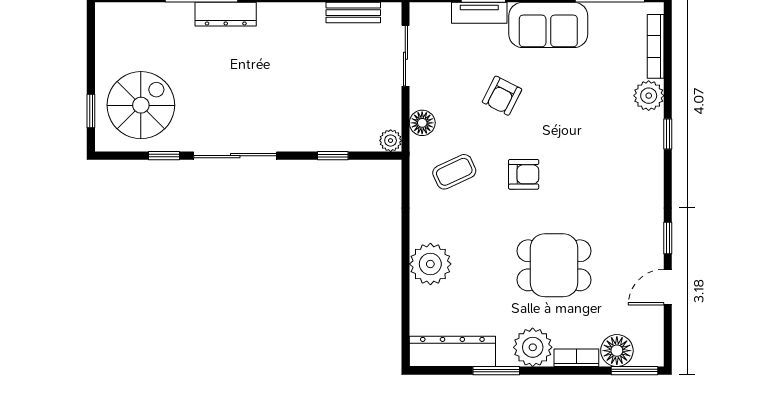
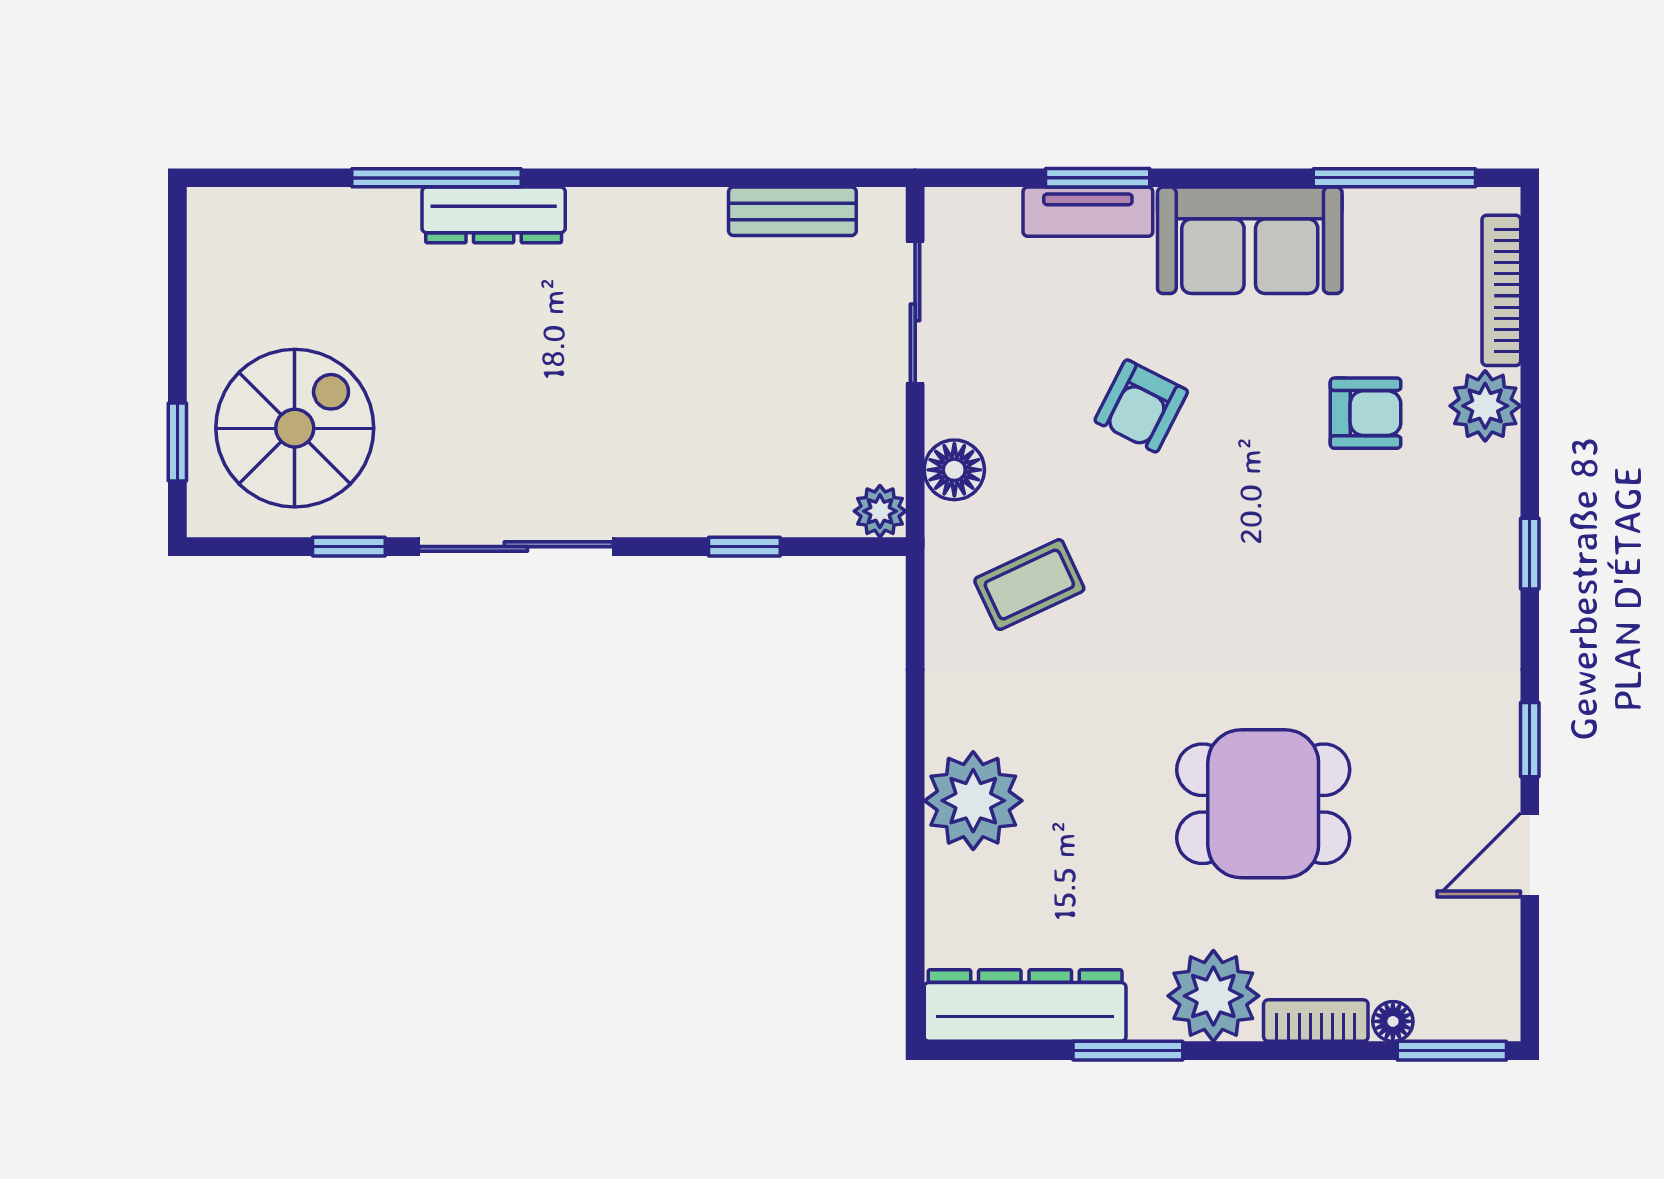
window: (668, 134) -> (1530, 554), moved
armchair: (524, 174) -> (1366, 413), moved
floor lamp: (617, 351) -> (1393, 1021), width x0.53, depth x0.53

